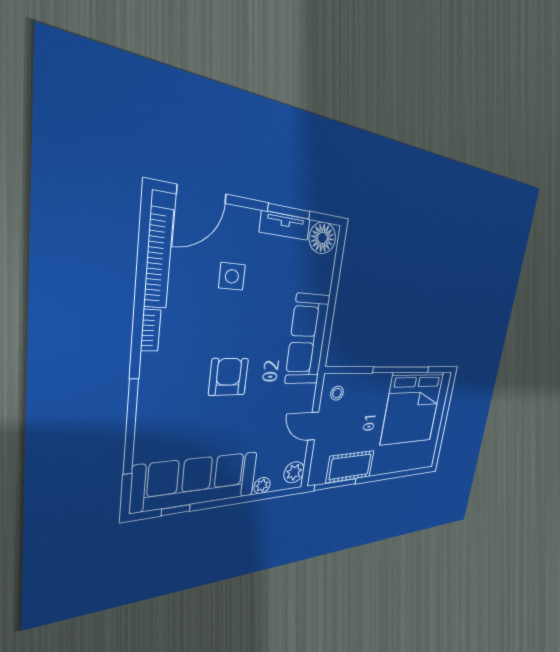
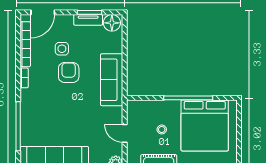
armchair: (229, 377) -> (69, 73), moved
stool: (337, 393) -> (162, 129), moved

